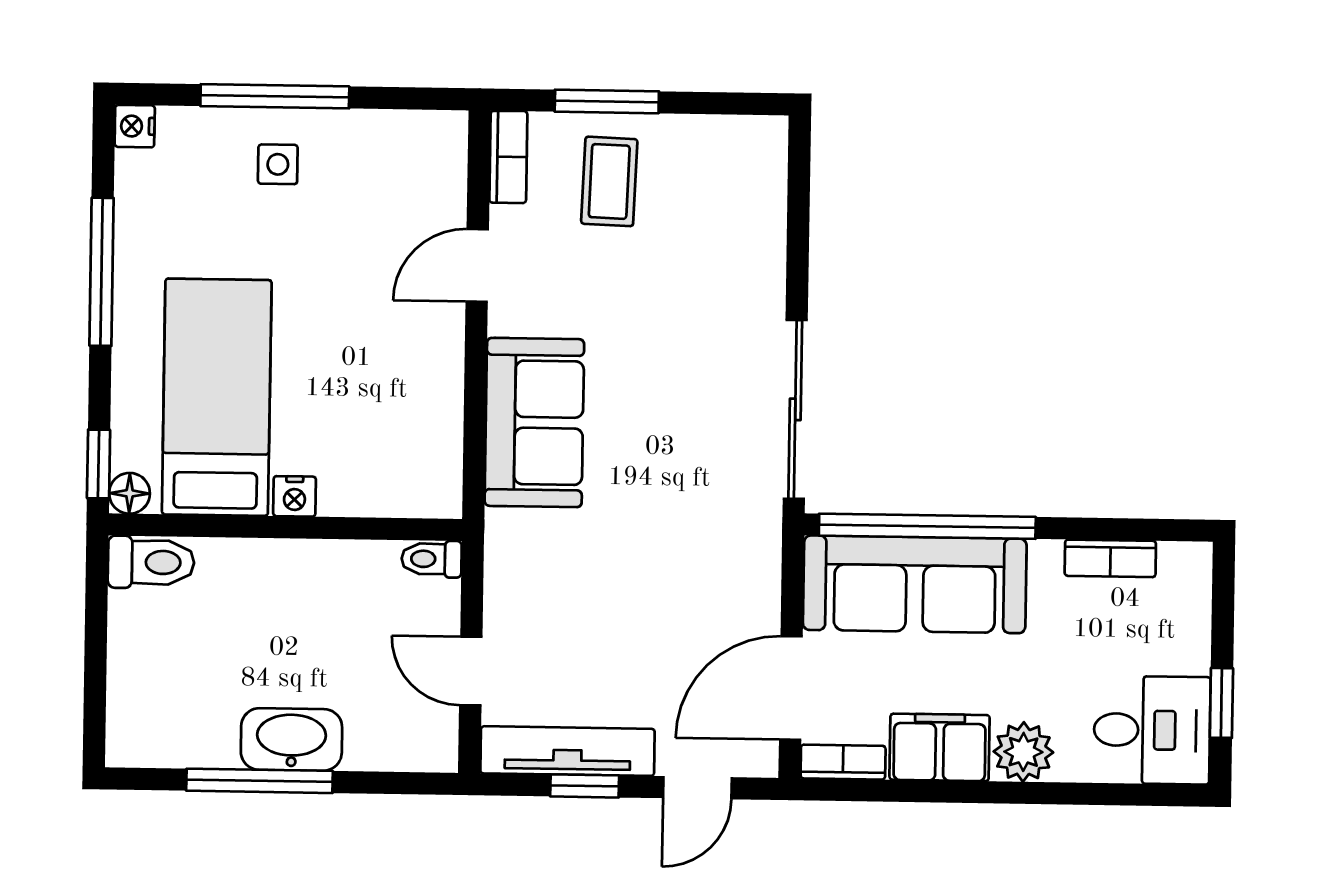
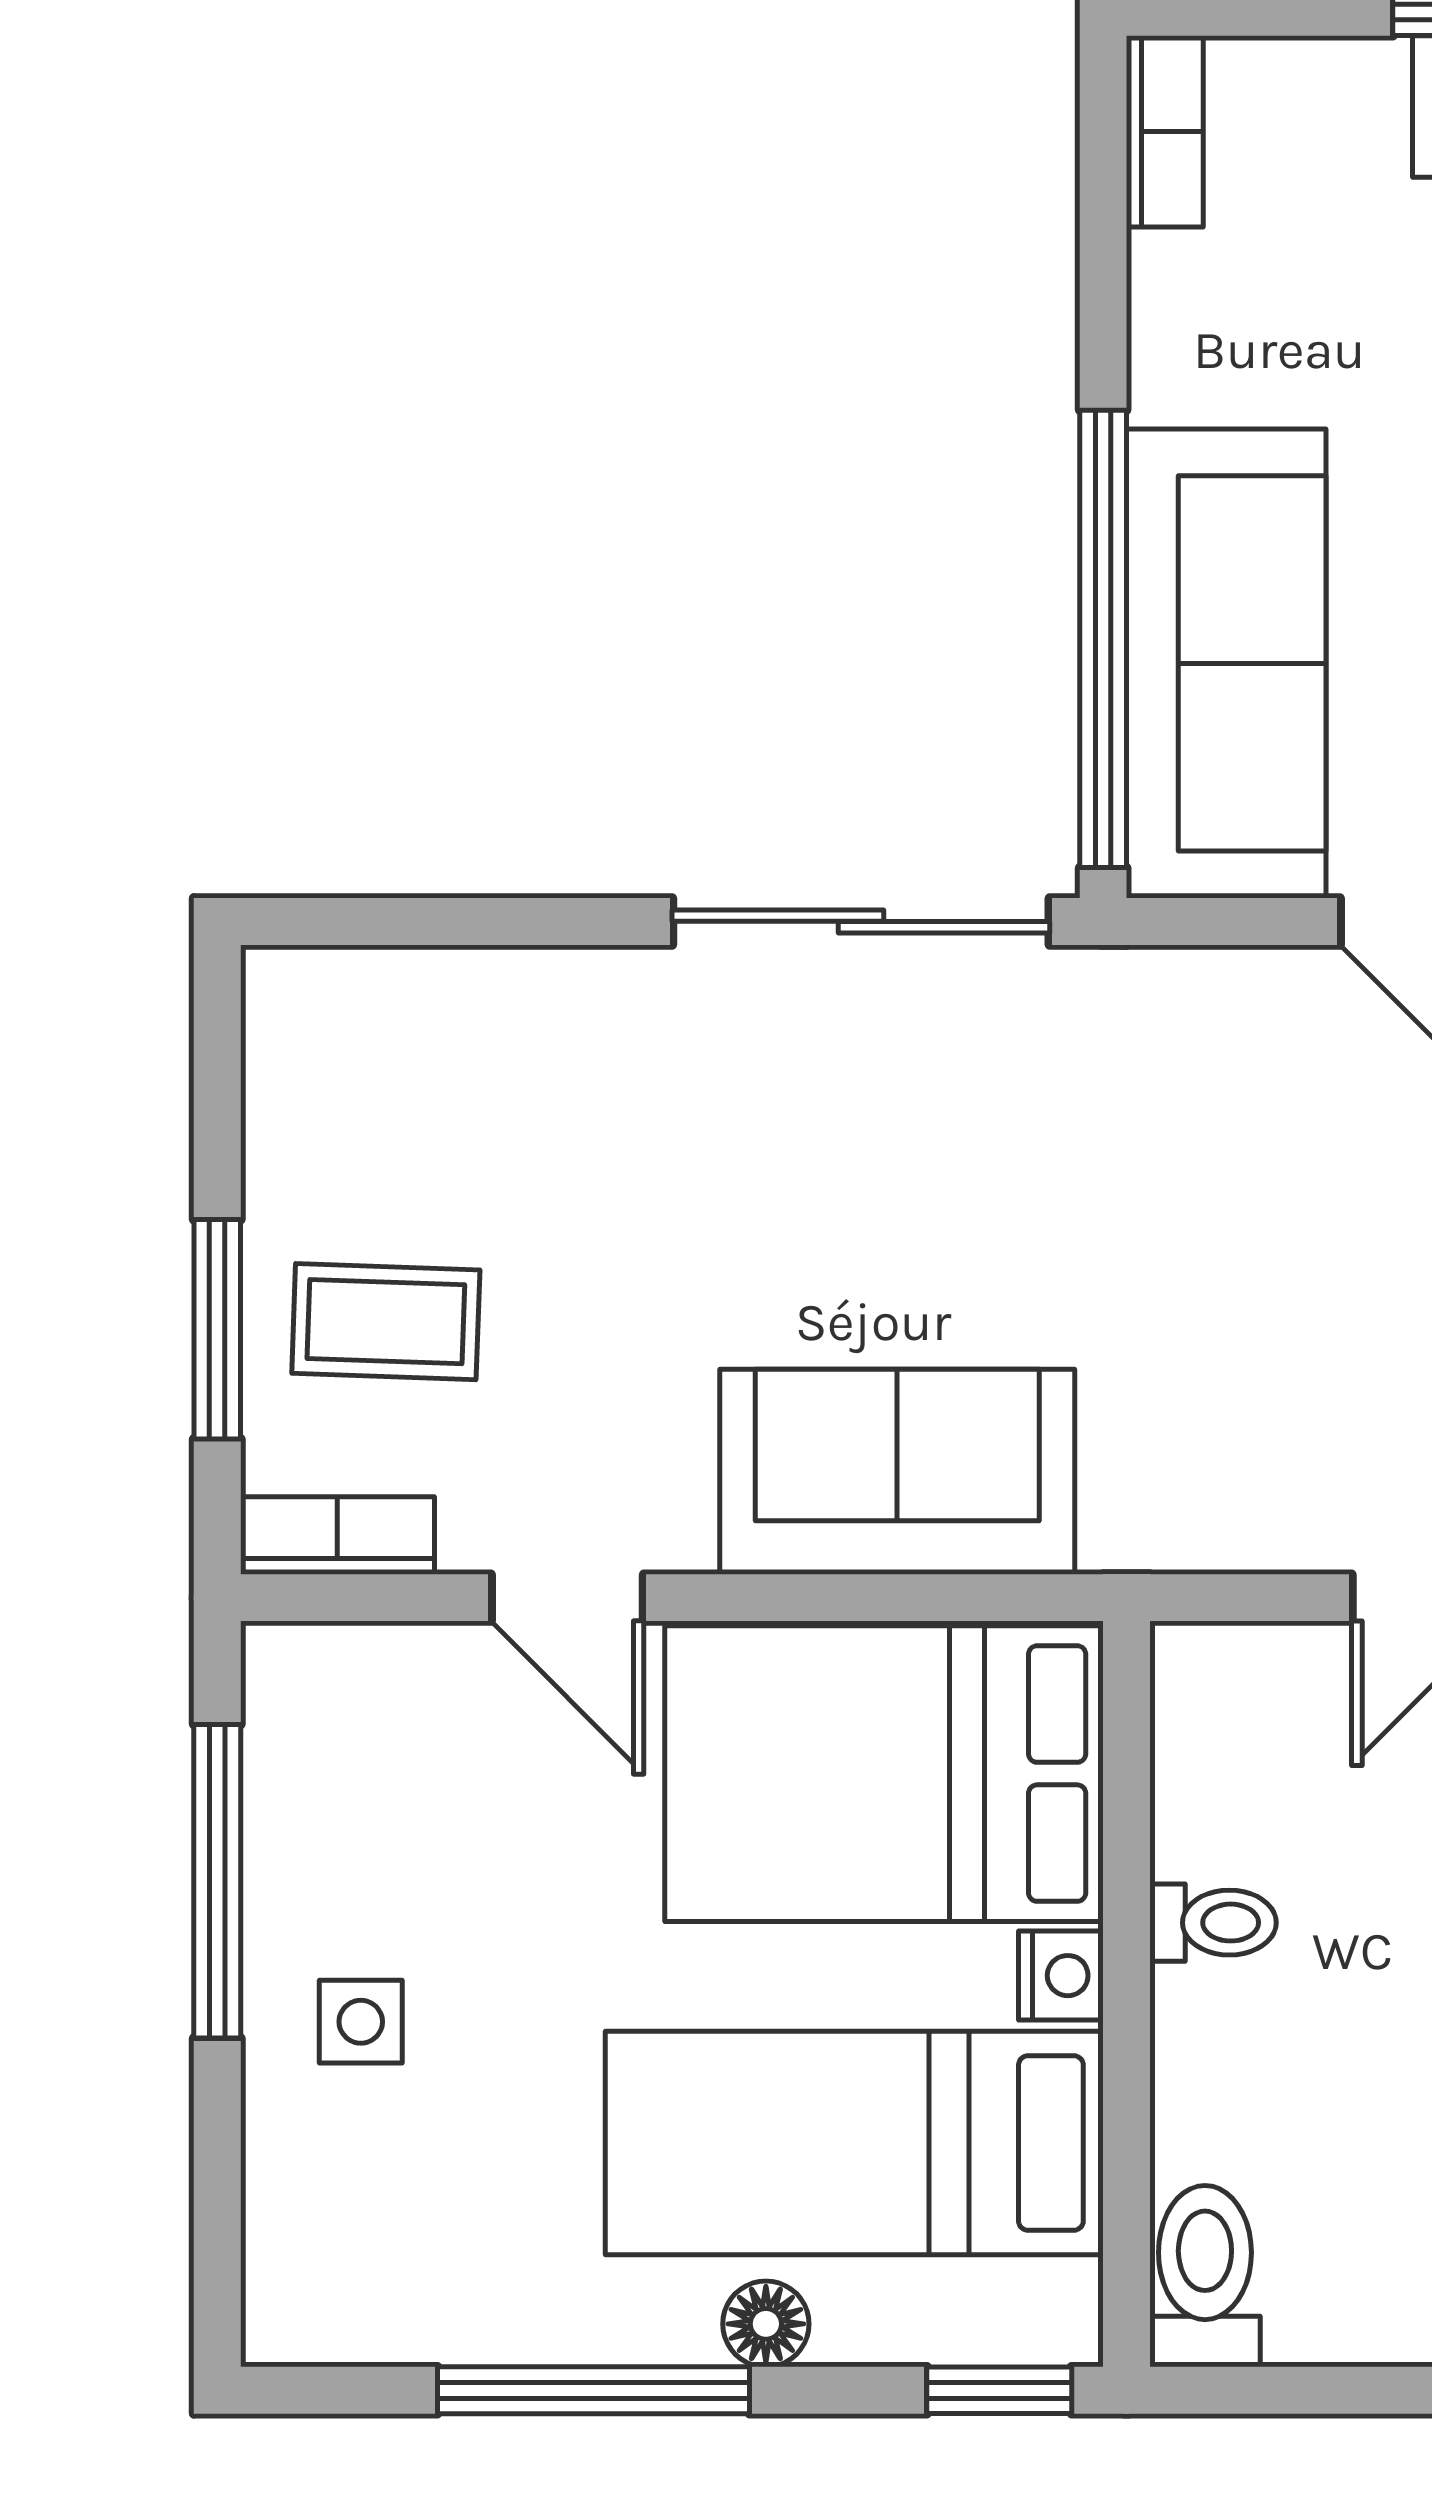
window: (275, 96) -> (217, 1881), moved
nightstand: (135, 126) -> (285, 2325), removed
bed: (391, 414) -> (884, 1774), added
floor lamp: (130, 493) -> (766, 2324), moved
bookcase: (1110, 558) -> (1165, 131), moved
toilet: (432, 559) -> (1213, 1923), moved, turned -90

